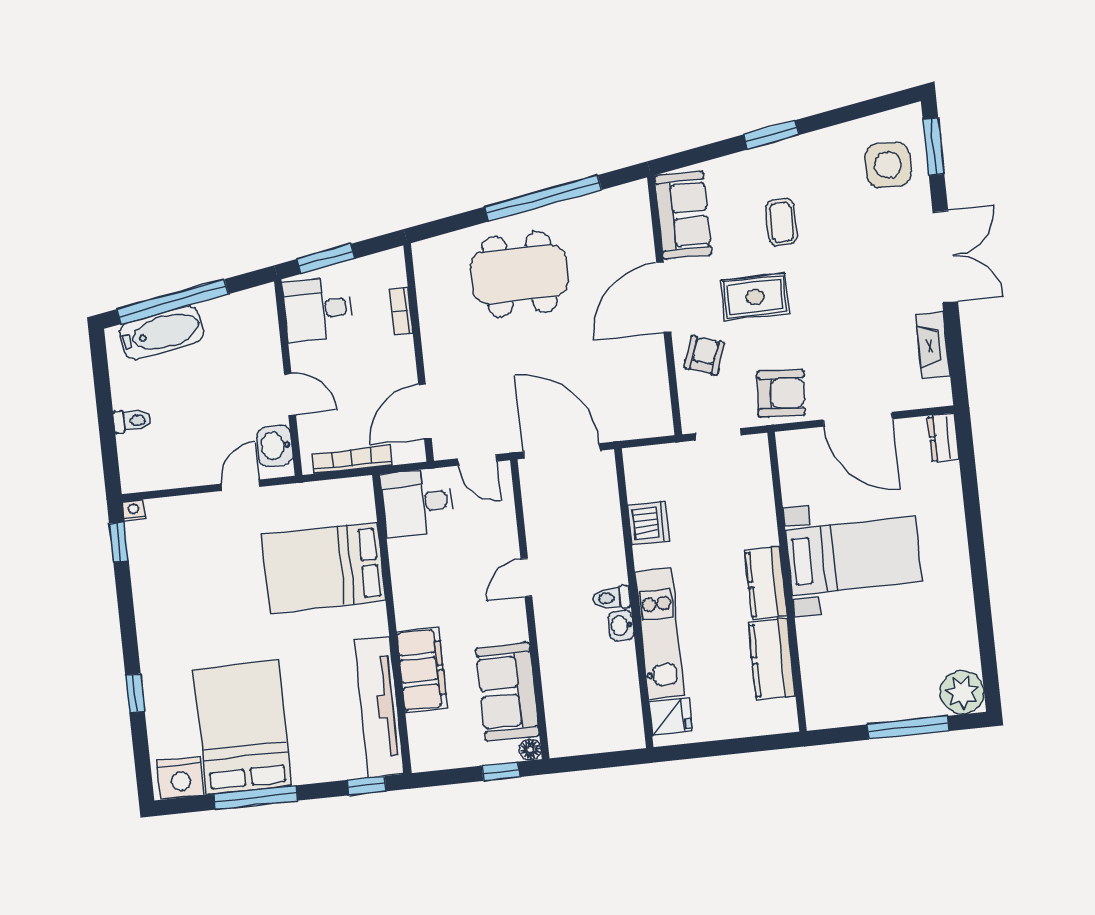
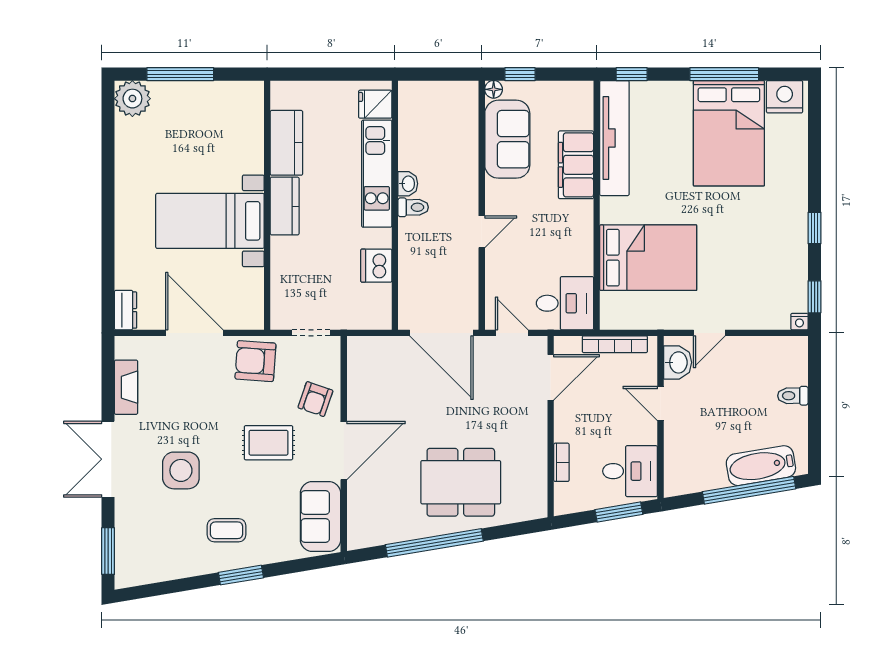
side table: (888, 165) -> (181, 470), moved
coffee table: (781, 222) -> (227, 530), moved, turned 90
window: (135, 693) -> (815, 228), moved

